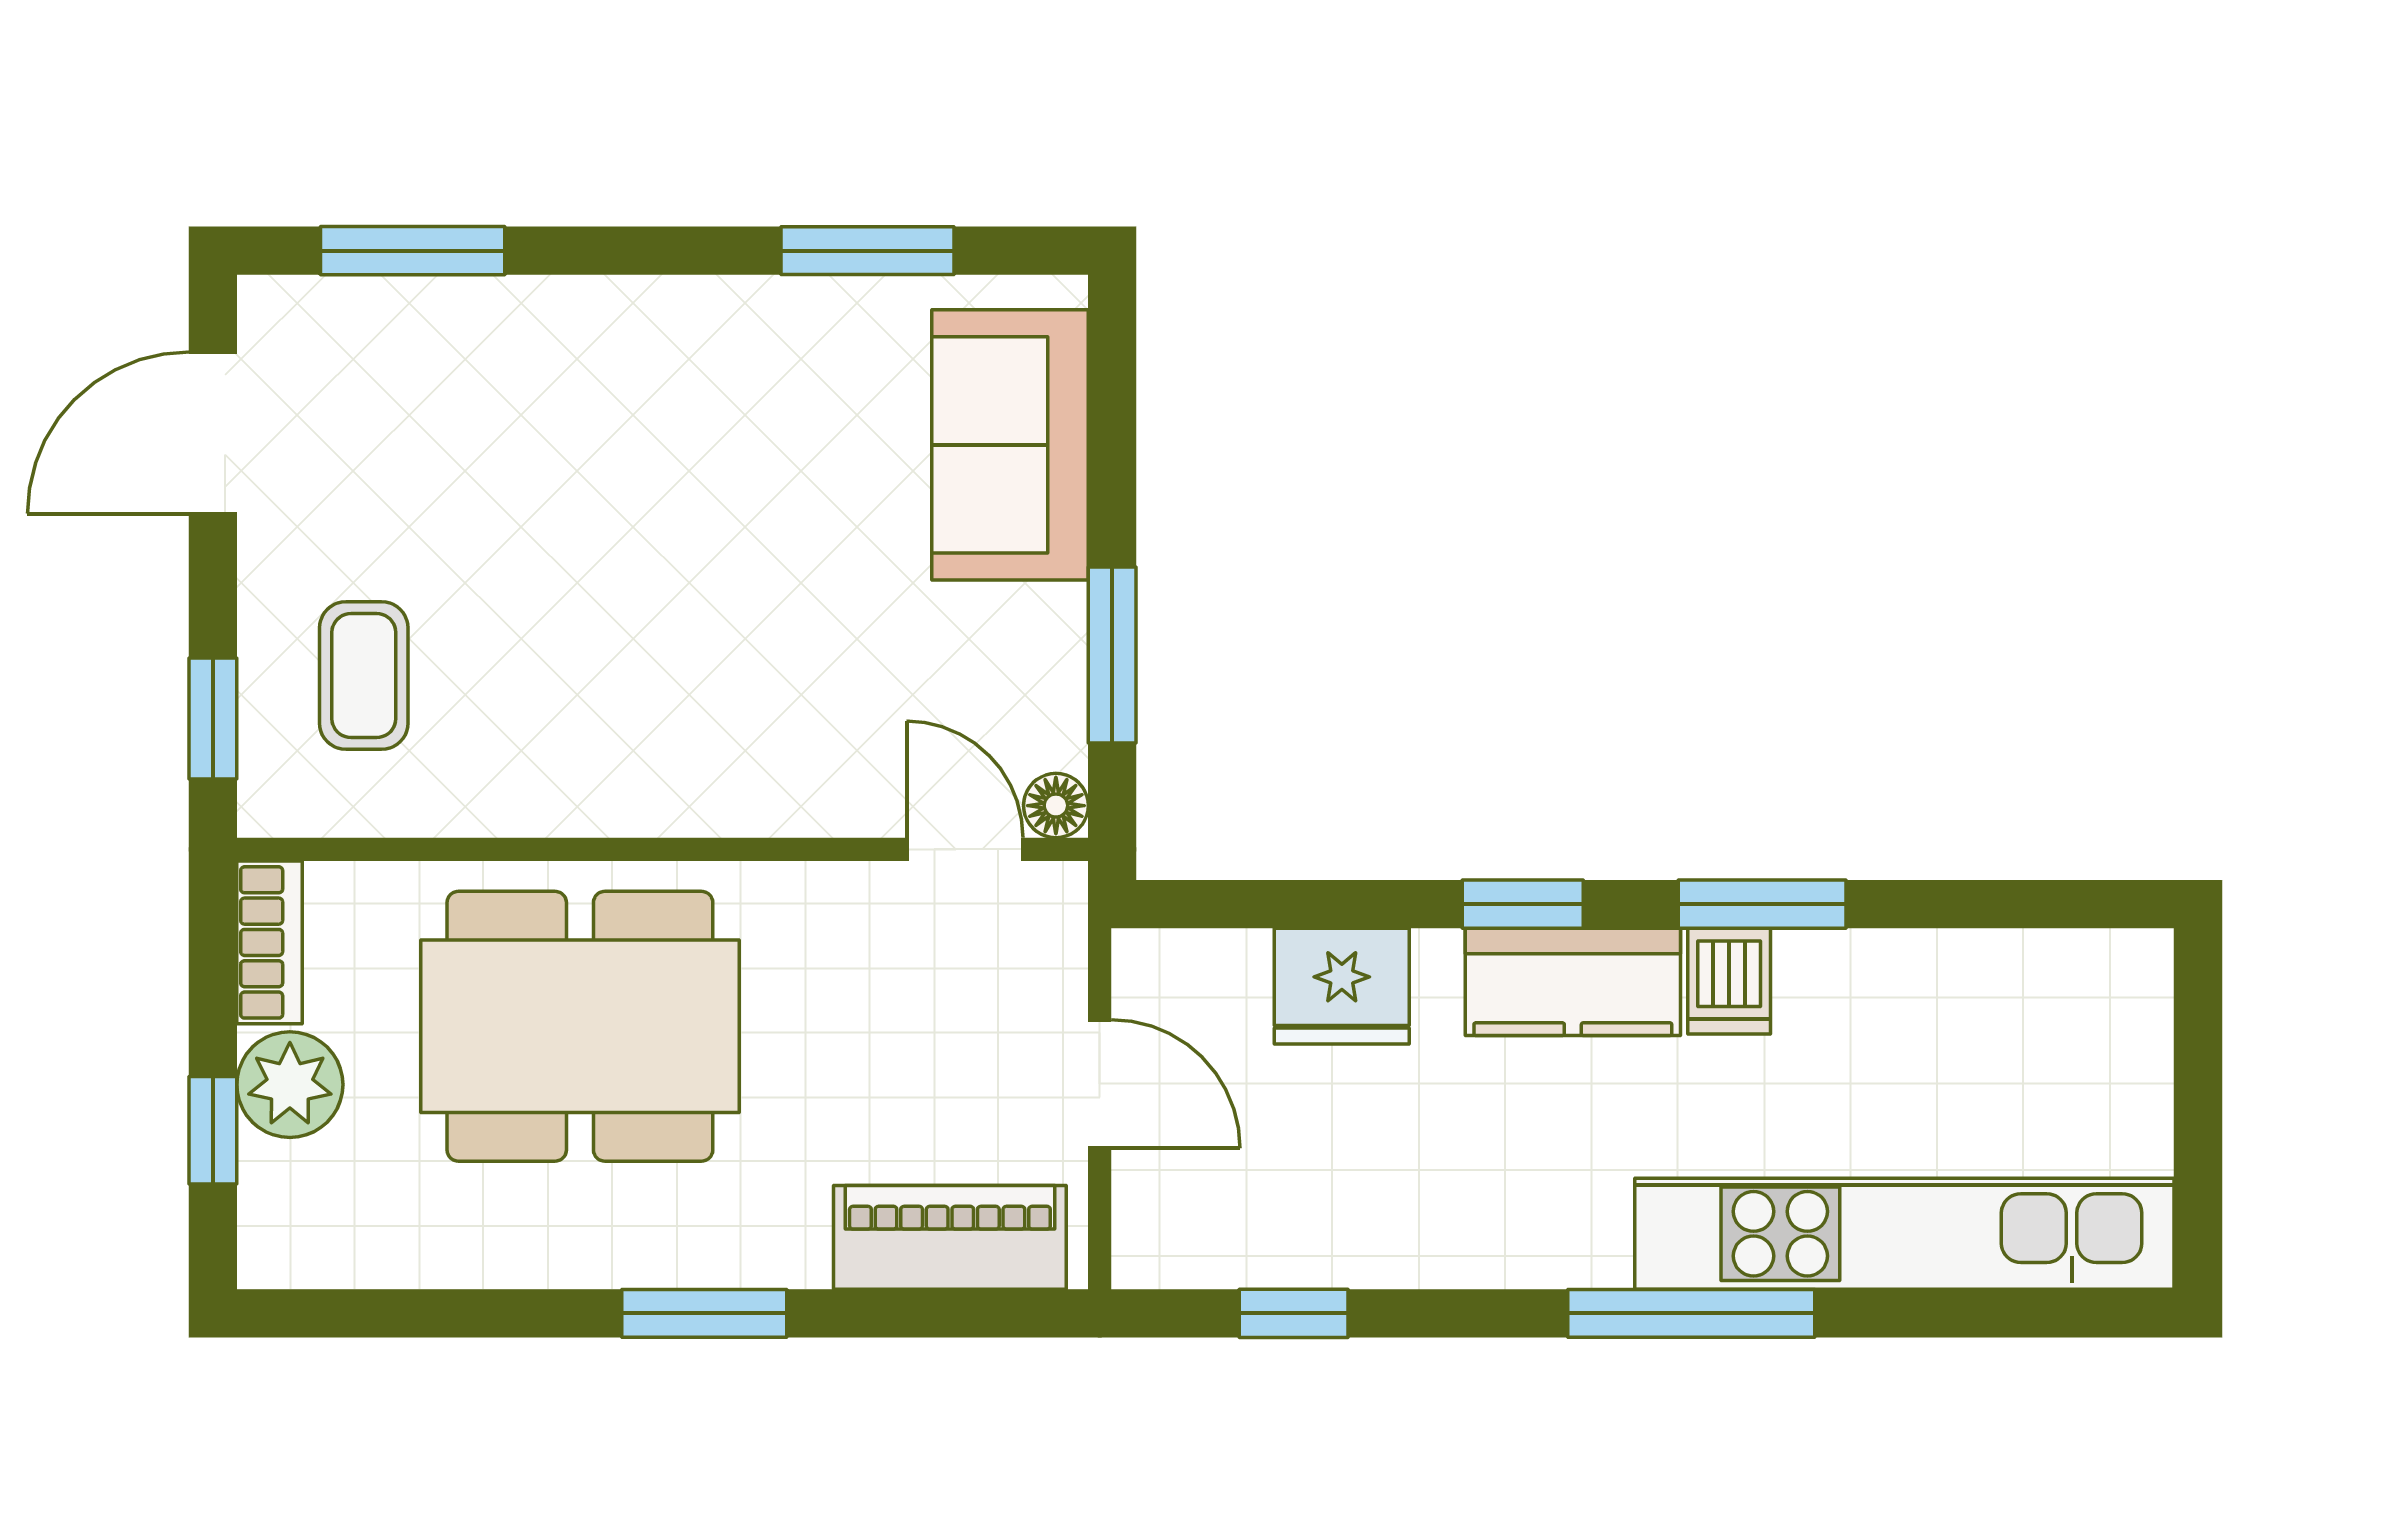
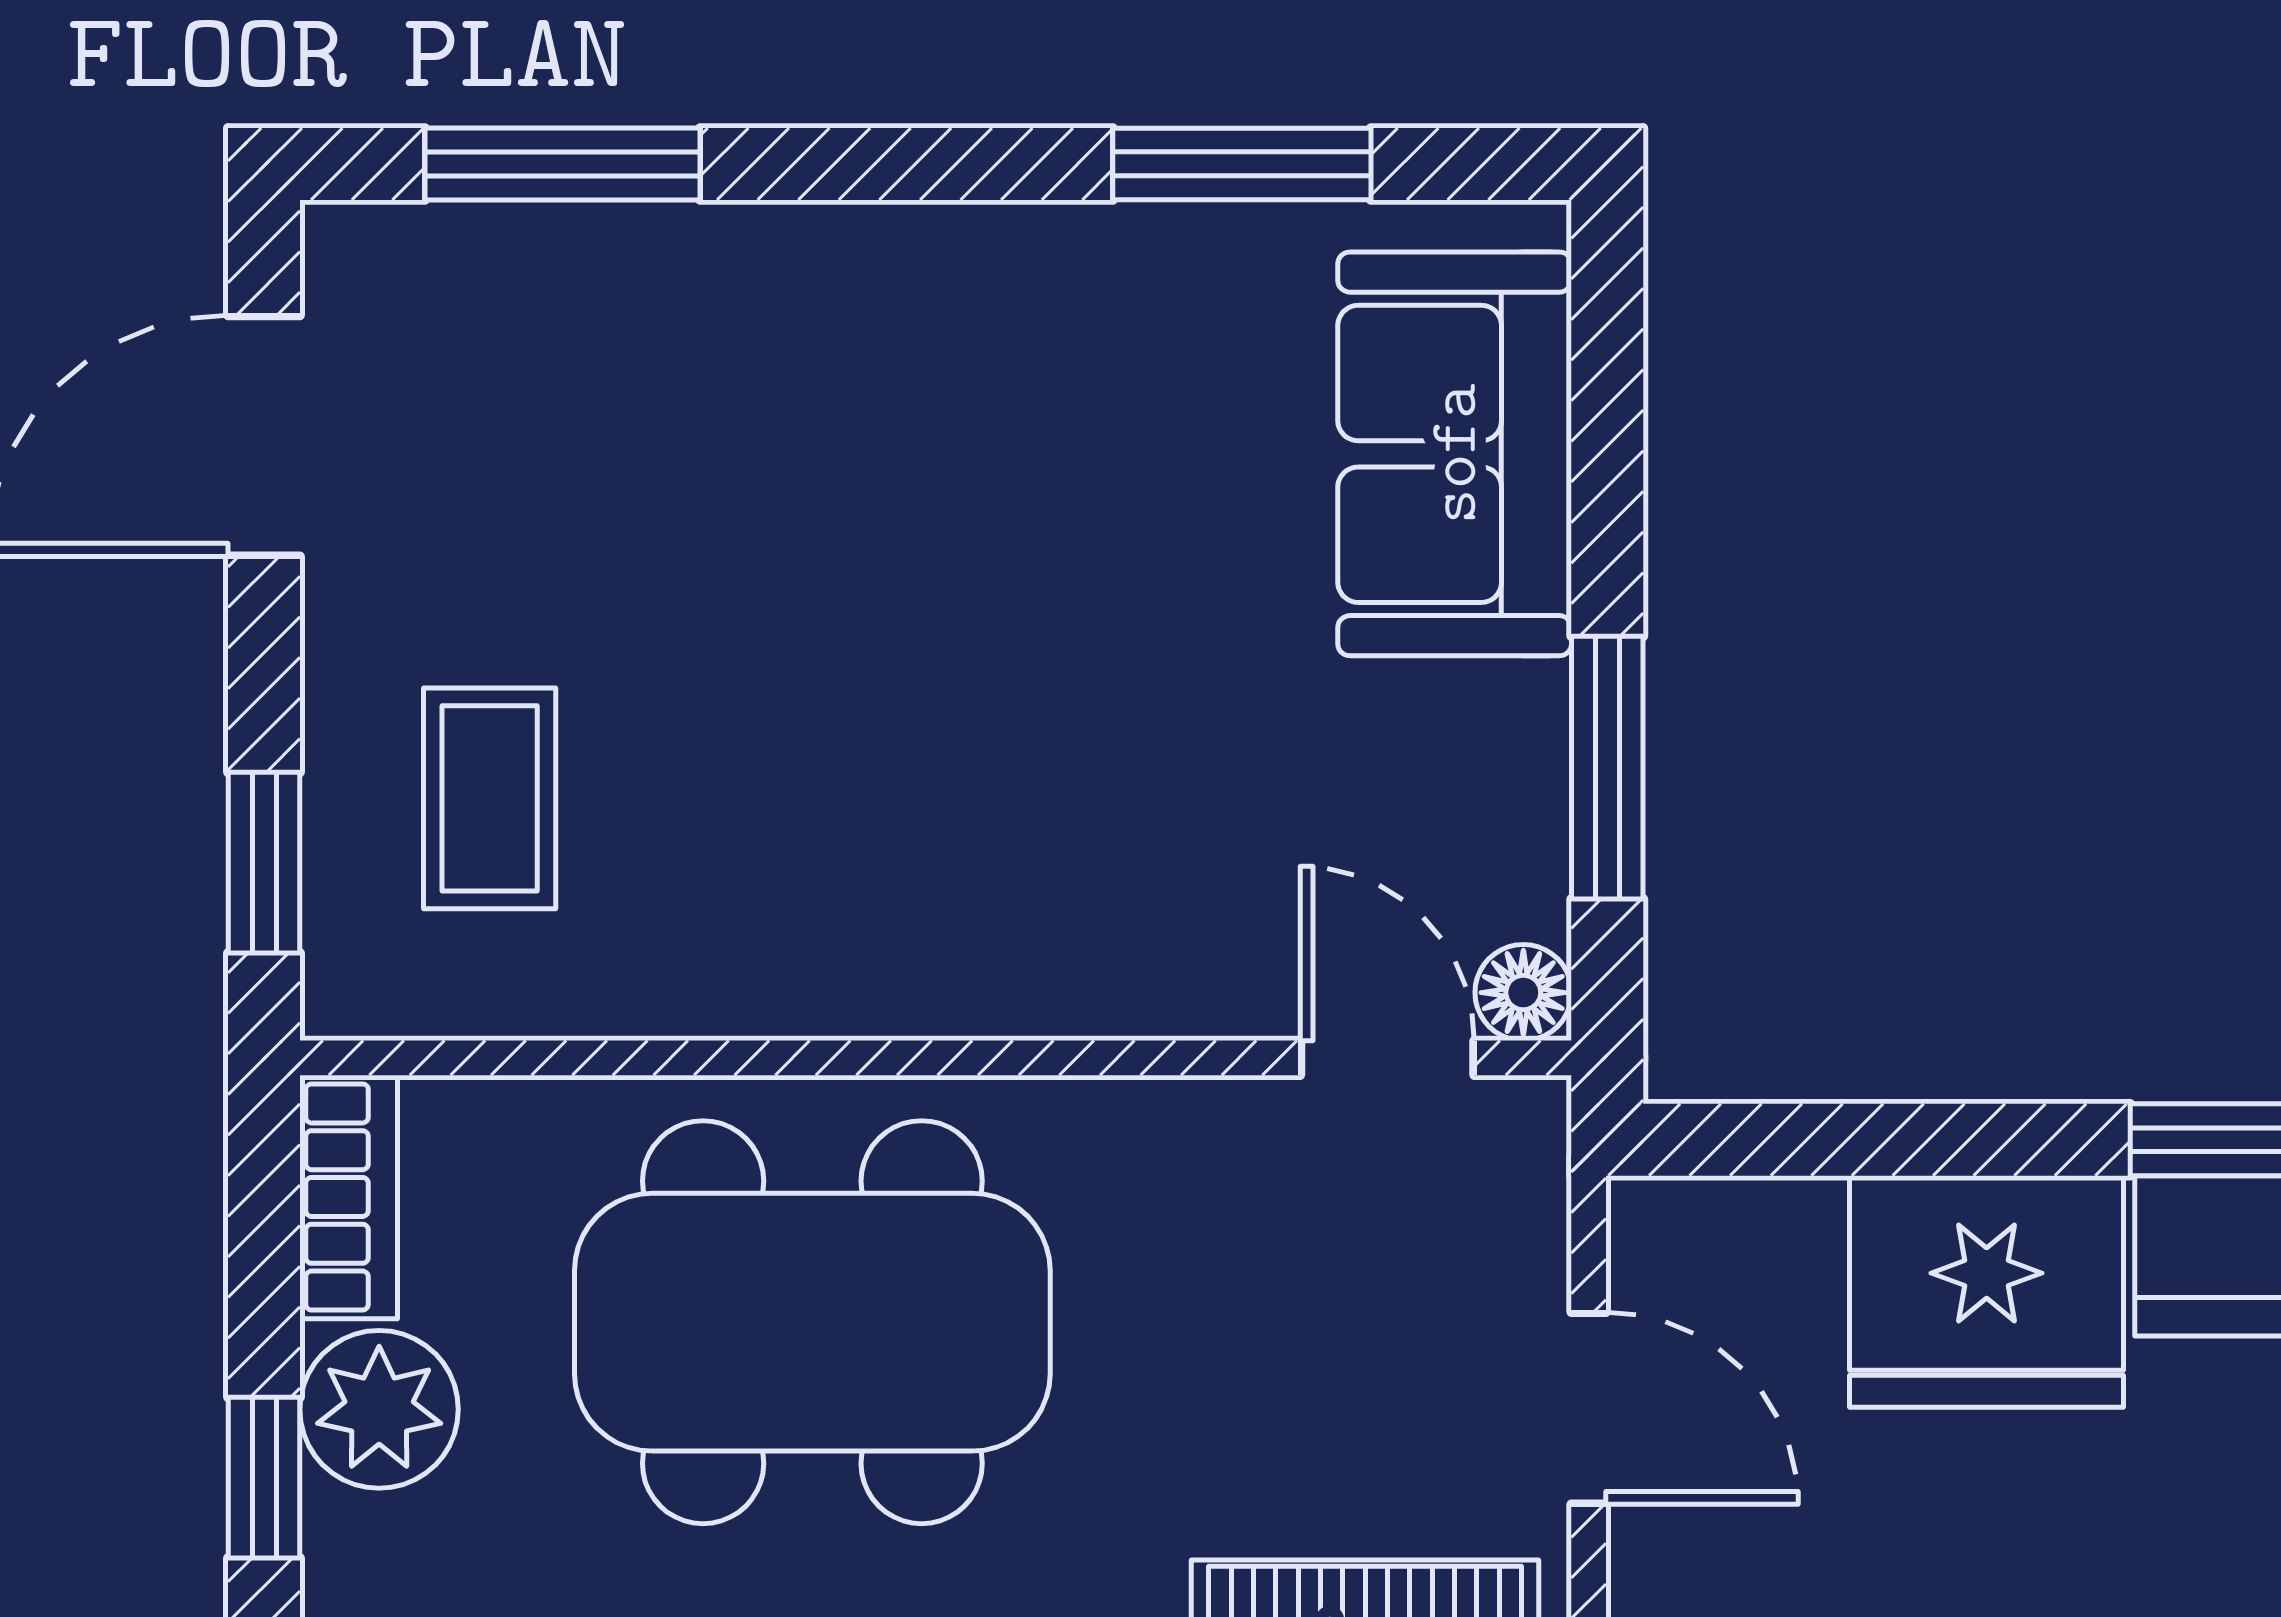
fridge: (1342, 986) -> (1987, 1292), width x1.36, depth x1.34

